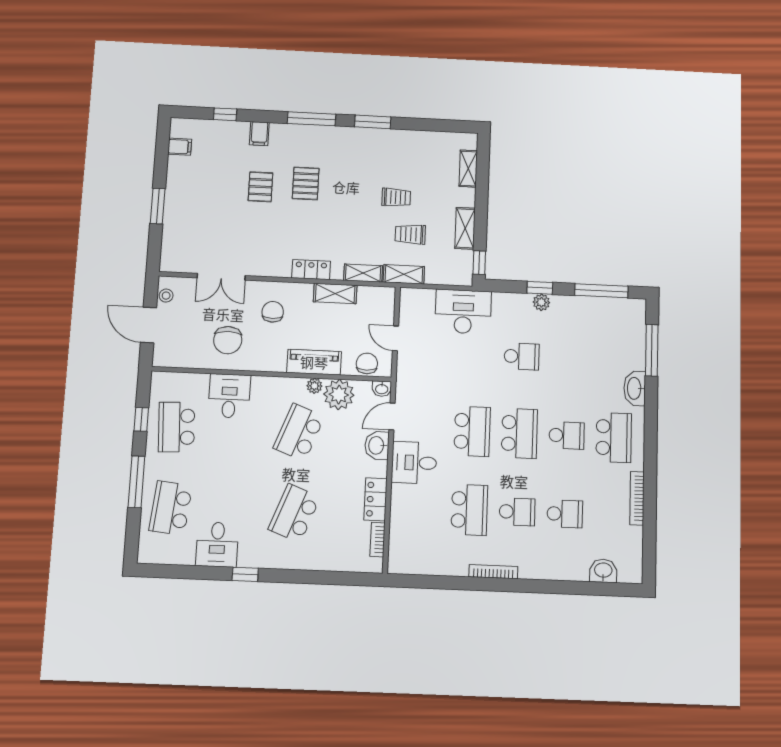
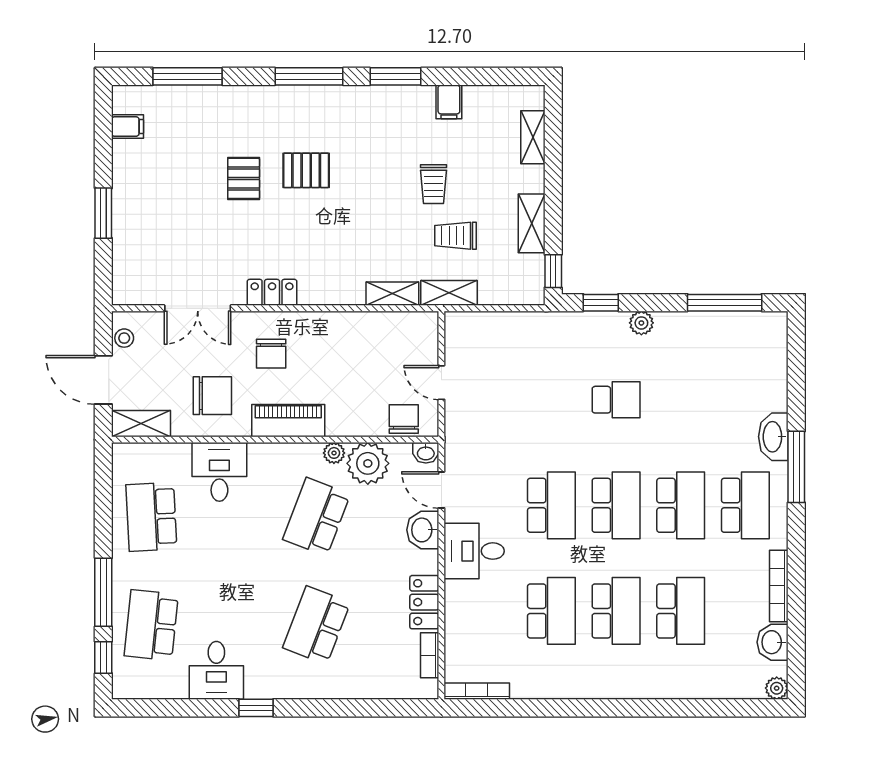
window: (225, 114) -> (188, 76), width x2.17
filing cabinet: (259, 134) -> (449, 102), moved
pallet: (306, 183) -> (306, 170), turned 90
trolley: (396, 197) -> (434, 184), turned 90
locker: (311, 270) -> (272, 292), moved
window: (540, 288) -> (601, 303), moved
shelving: (335, 294) -> (141, 424), moved
chair: (273, 312) -> (271, 354), turned 180
desk: (463, 312) -> (533, 341), removed
chair: (228, 340) -> (212, 396), turned -90
window: (652, 350) -> (796, 467), moved
piano: (314, 362) -> (288, 421), moved
door: (392, 416) -> (441, 490), hinge flipped
window: (141, 419) -> (103, 657), moved
school desk: (567, 435) -> (681, 505), width x1.85
school desk: (517, 512) -> (616, 611), width x1.85
school desk: (565, 514) -> (681, 611), width x1.85
washbasin: (603, 571) -> (773, 642), moved, turned -90
bookcase: (493, 572) -> (477, 691), moved
plant: (634, 575) -> (777, 688), added

